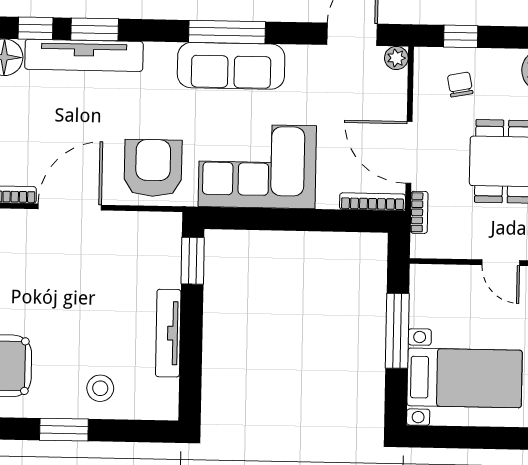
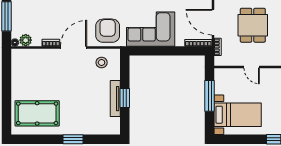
window: (193, 261) -> (125, 98), moved
stool: (100, 388) -> (102, 63), moved

